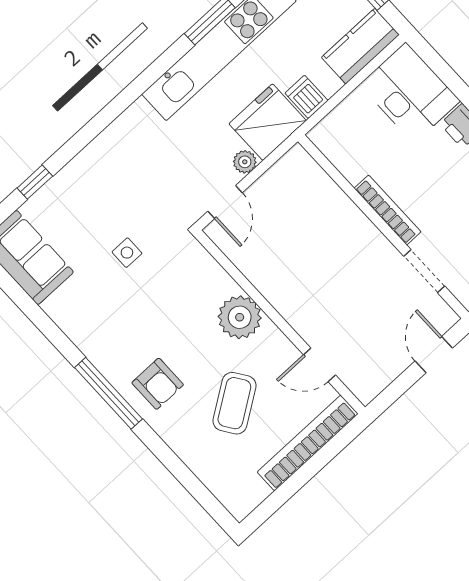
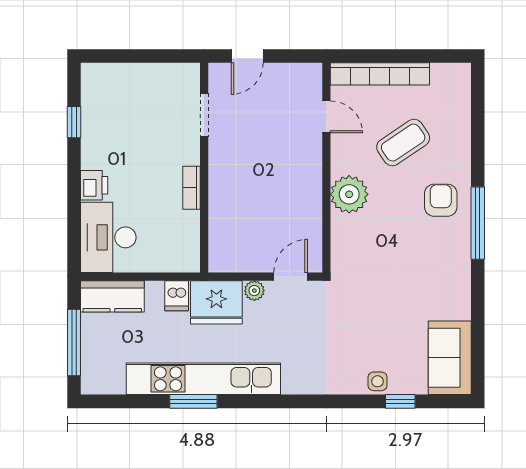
bookcase: (388, 210) -> (192, 188), width x0.64
side table: (127, 253) -> (378, 381), moved

